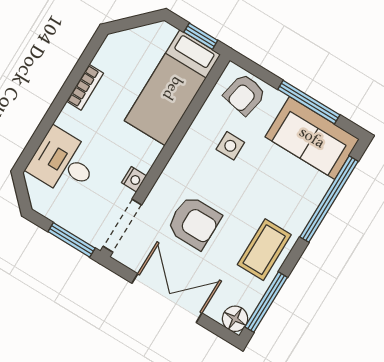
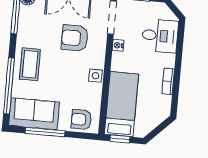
armchair: (245, 94) -> (81, 119), turned -101
side table: (230, 146) -> (95, 76), moved
coffee table: (264, 250) -> (30, 64), moved

